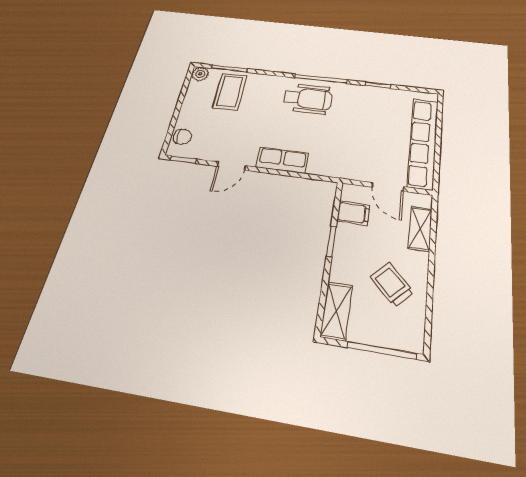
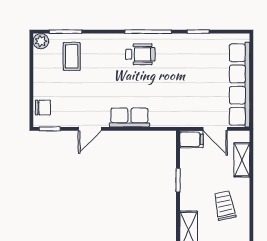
coffee table: (230, 91) -> (72, 56), width x0.73, depth x0.77
wheelchair: (308, 99) -> (140, 54), width x0.73, depth x0.73
filing cabinet: (353, 213) -> (191, 139), moved
trolley: (392, 284) -> (225, 206), turned 33

